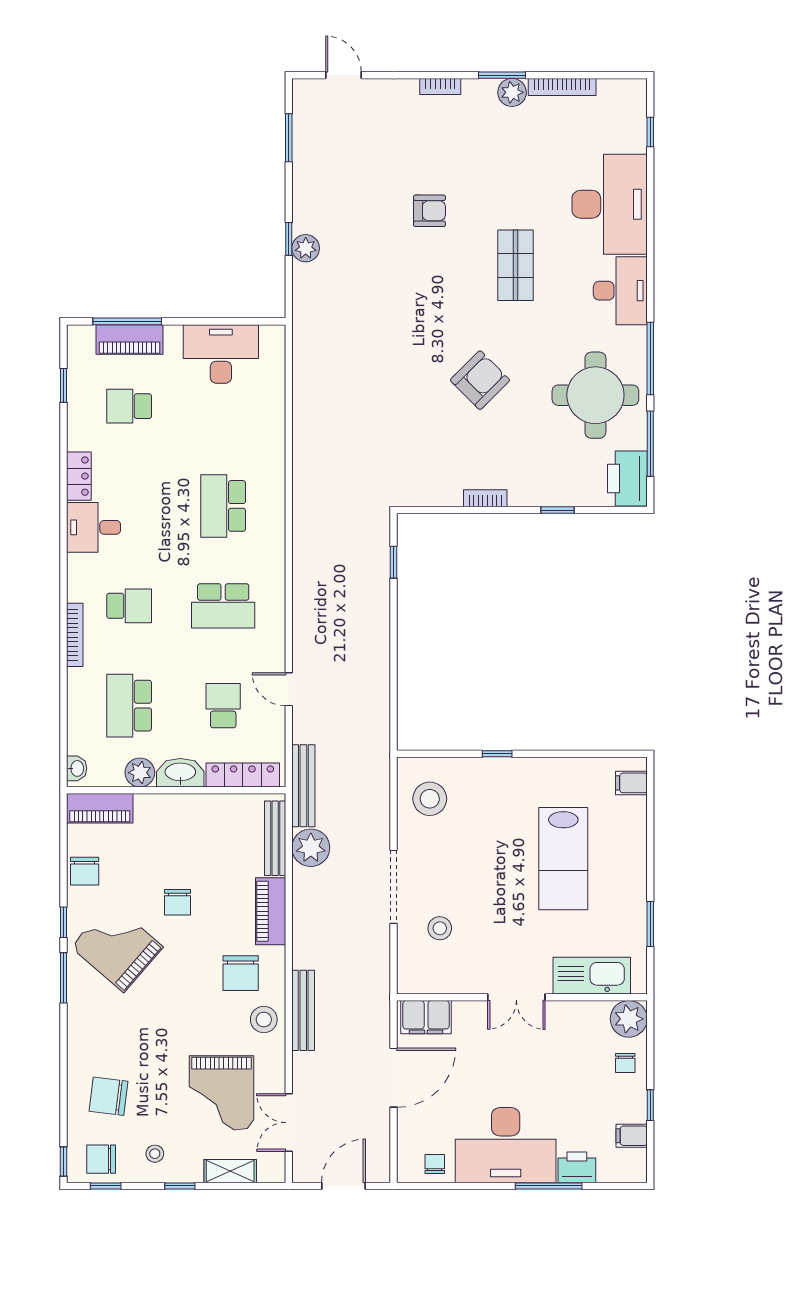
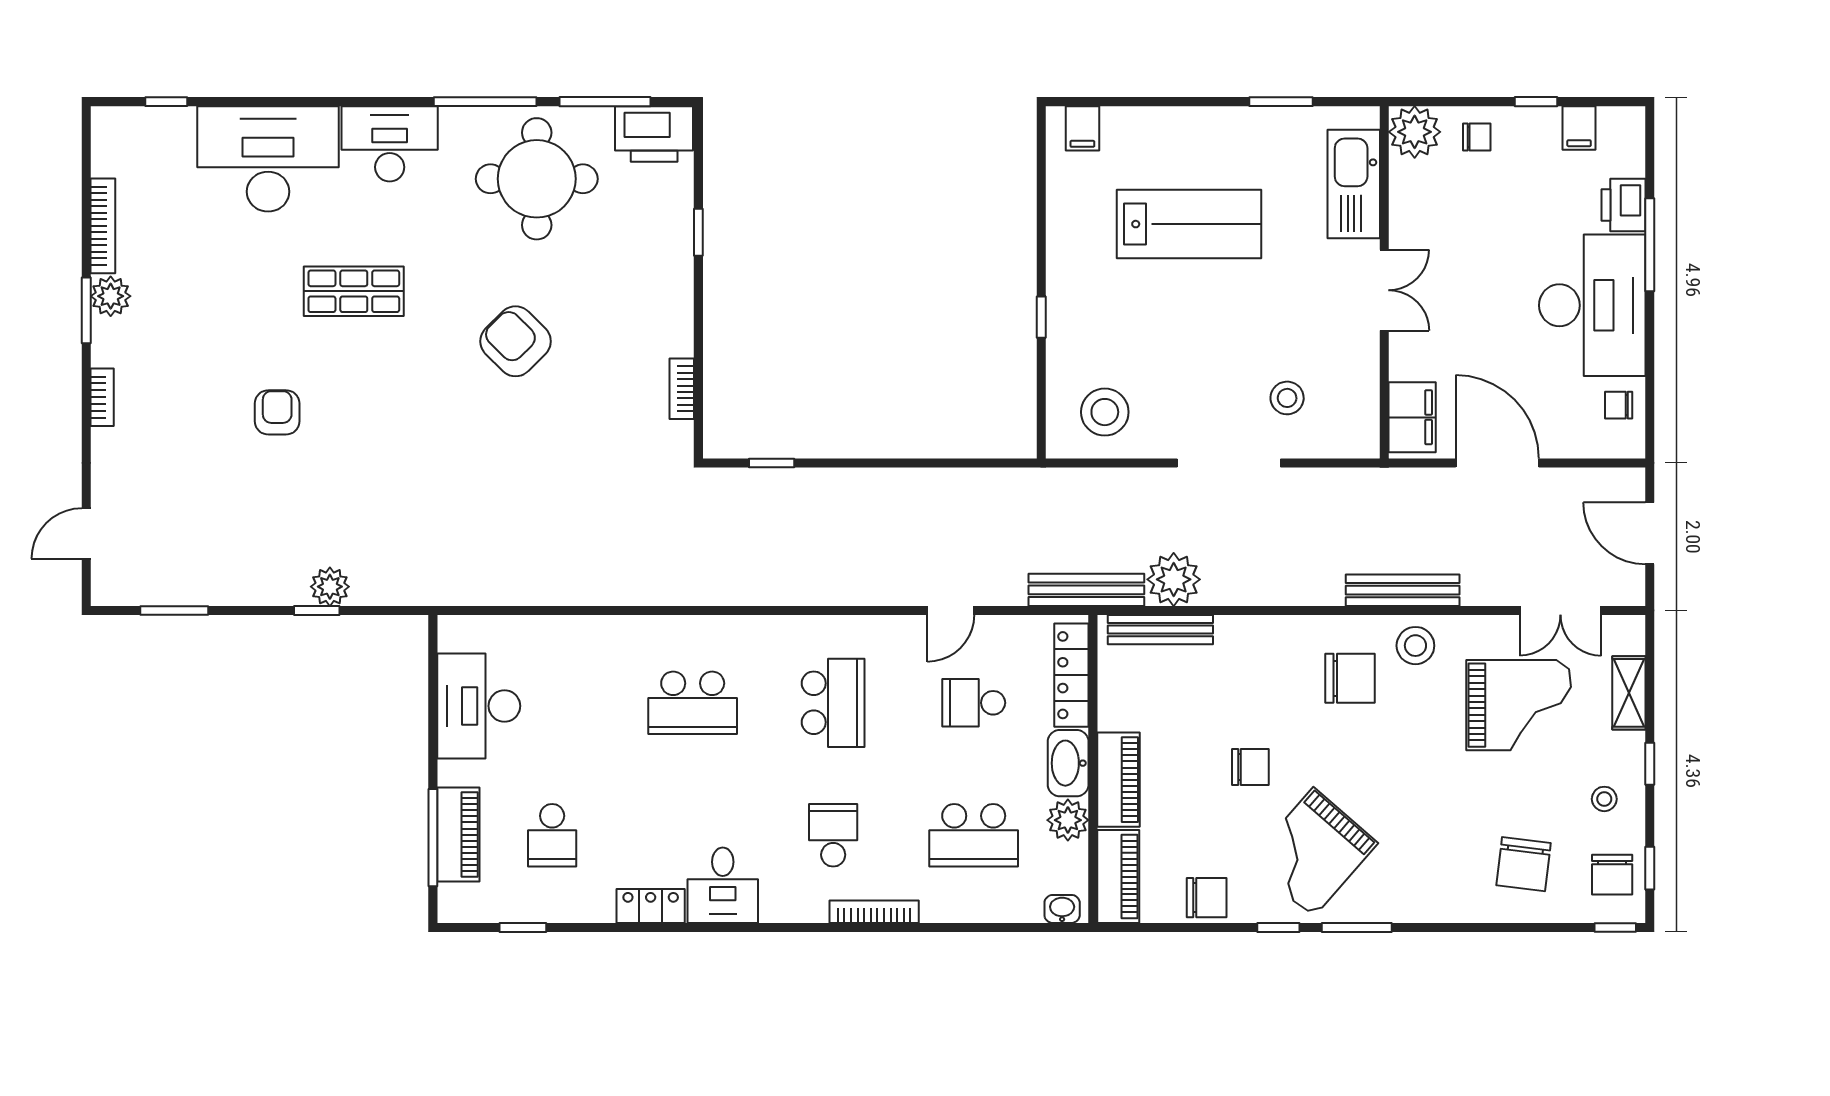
bookcase: (485, 498) -> (682, 389), moved
piano: (271, 911) -> (1118, 780), moved, turned -90

